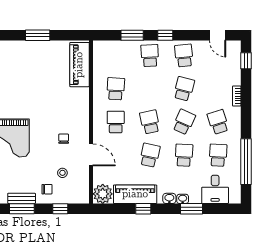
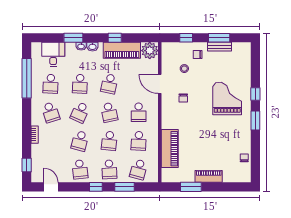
window: (38, 35) -> (191, 187), moved
piano: (34, 47) -> (209, 176), added
school desk: (116, 56) -> (139, 169), added
piano: (79, 65) -> (170, 149), moved
school desk: (150, 89) -> (109, 141), added

